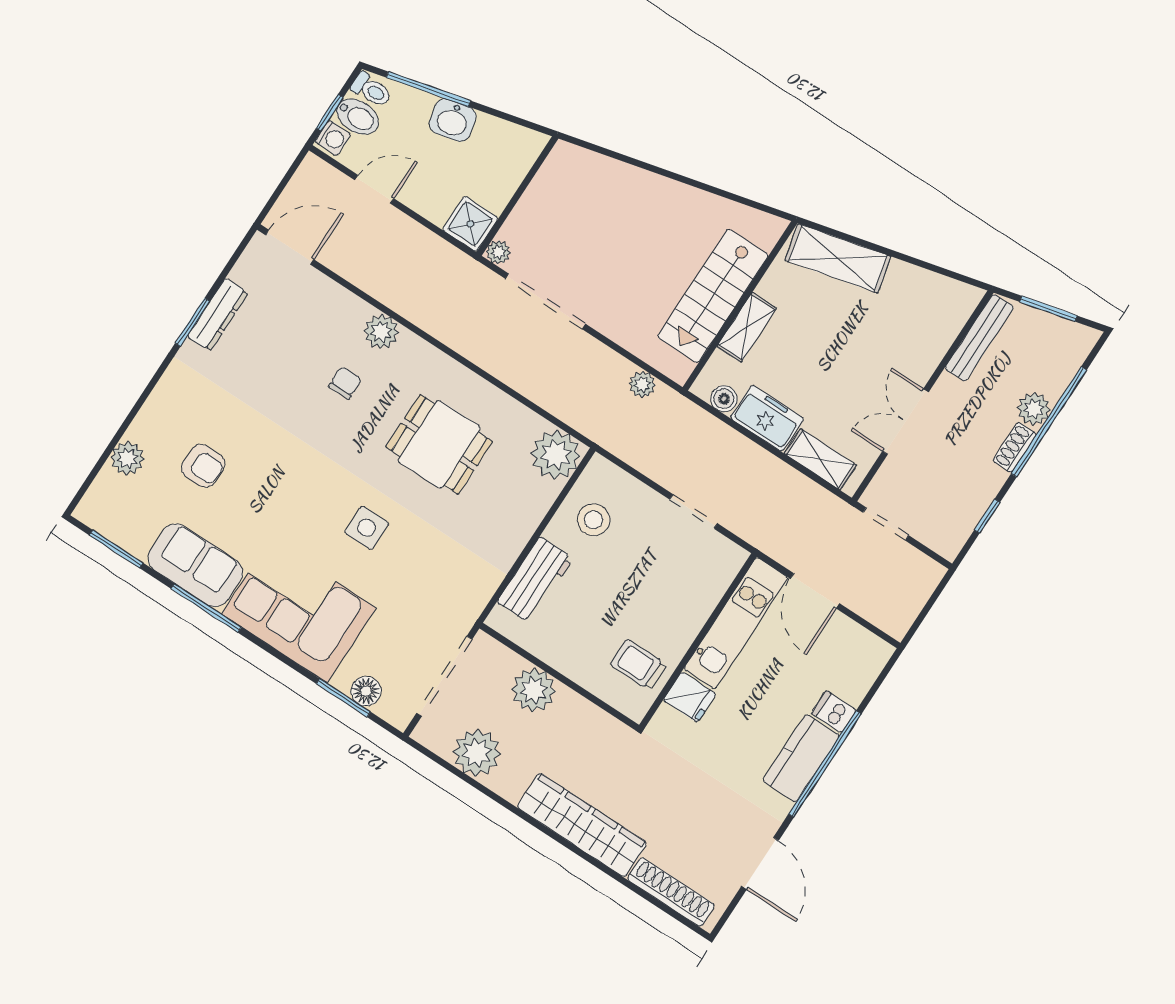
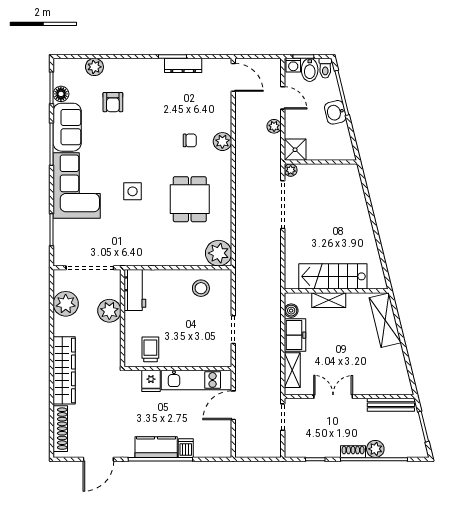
plant: (642, 384) -> (274, 126), moved
workbench: (535, 580) -> (135, 290), moved, turned -90
floor lamp: (366, 691) -> (61, 94), moved

